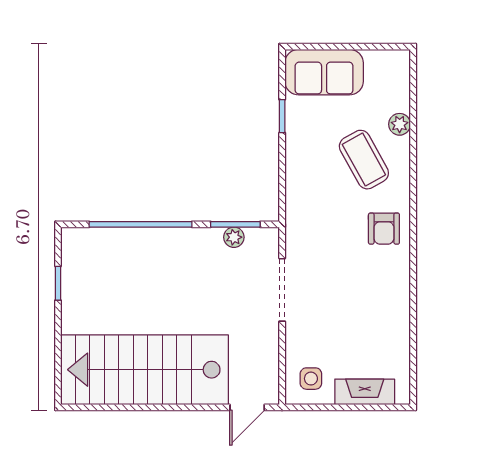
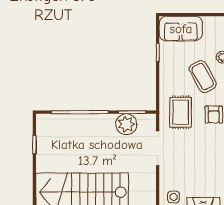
rug: (324, 224) -> (181, 112), added
plant: (234, 237) -> (126, 124), width x1.88, depth x1.88

